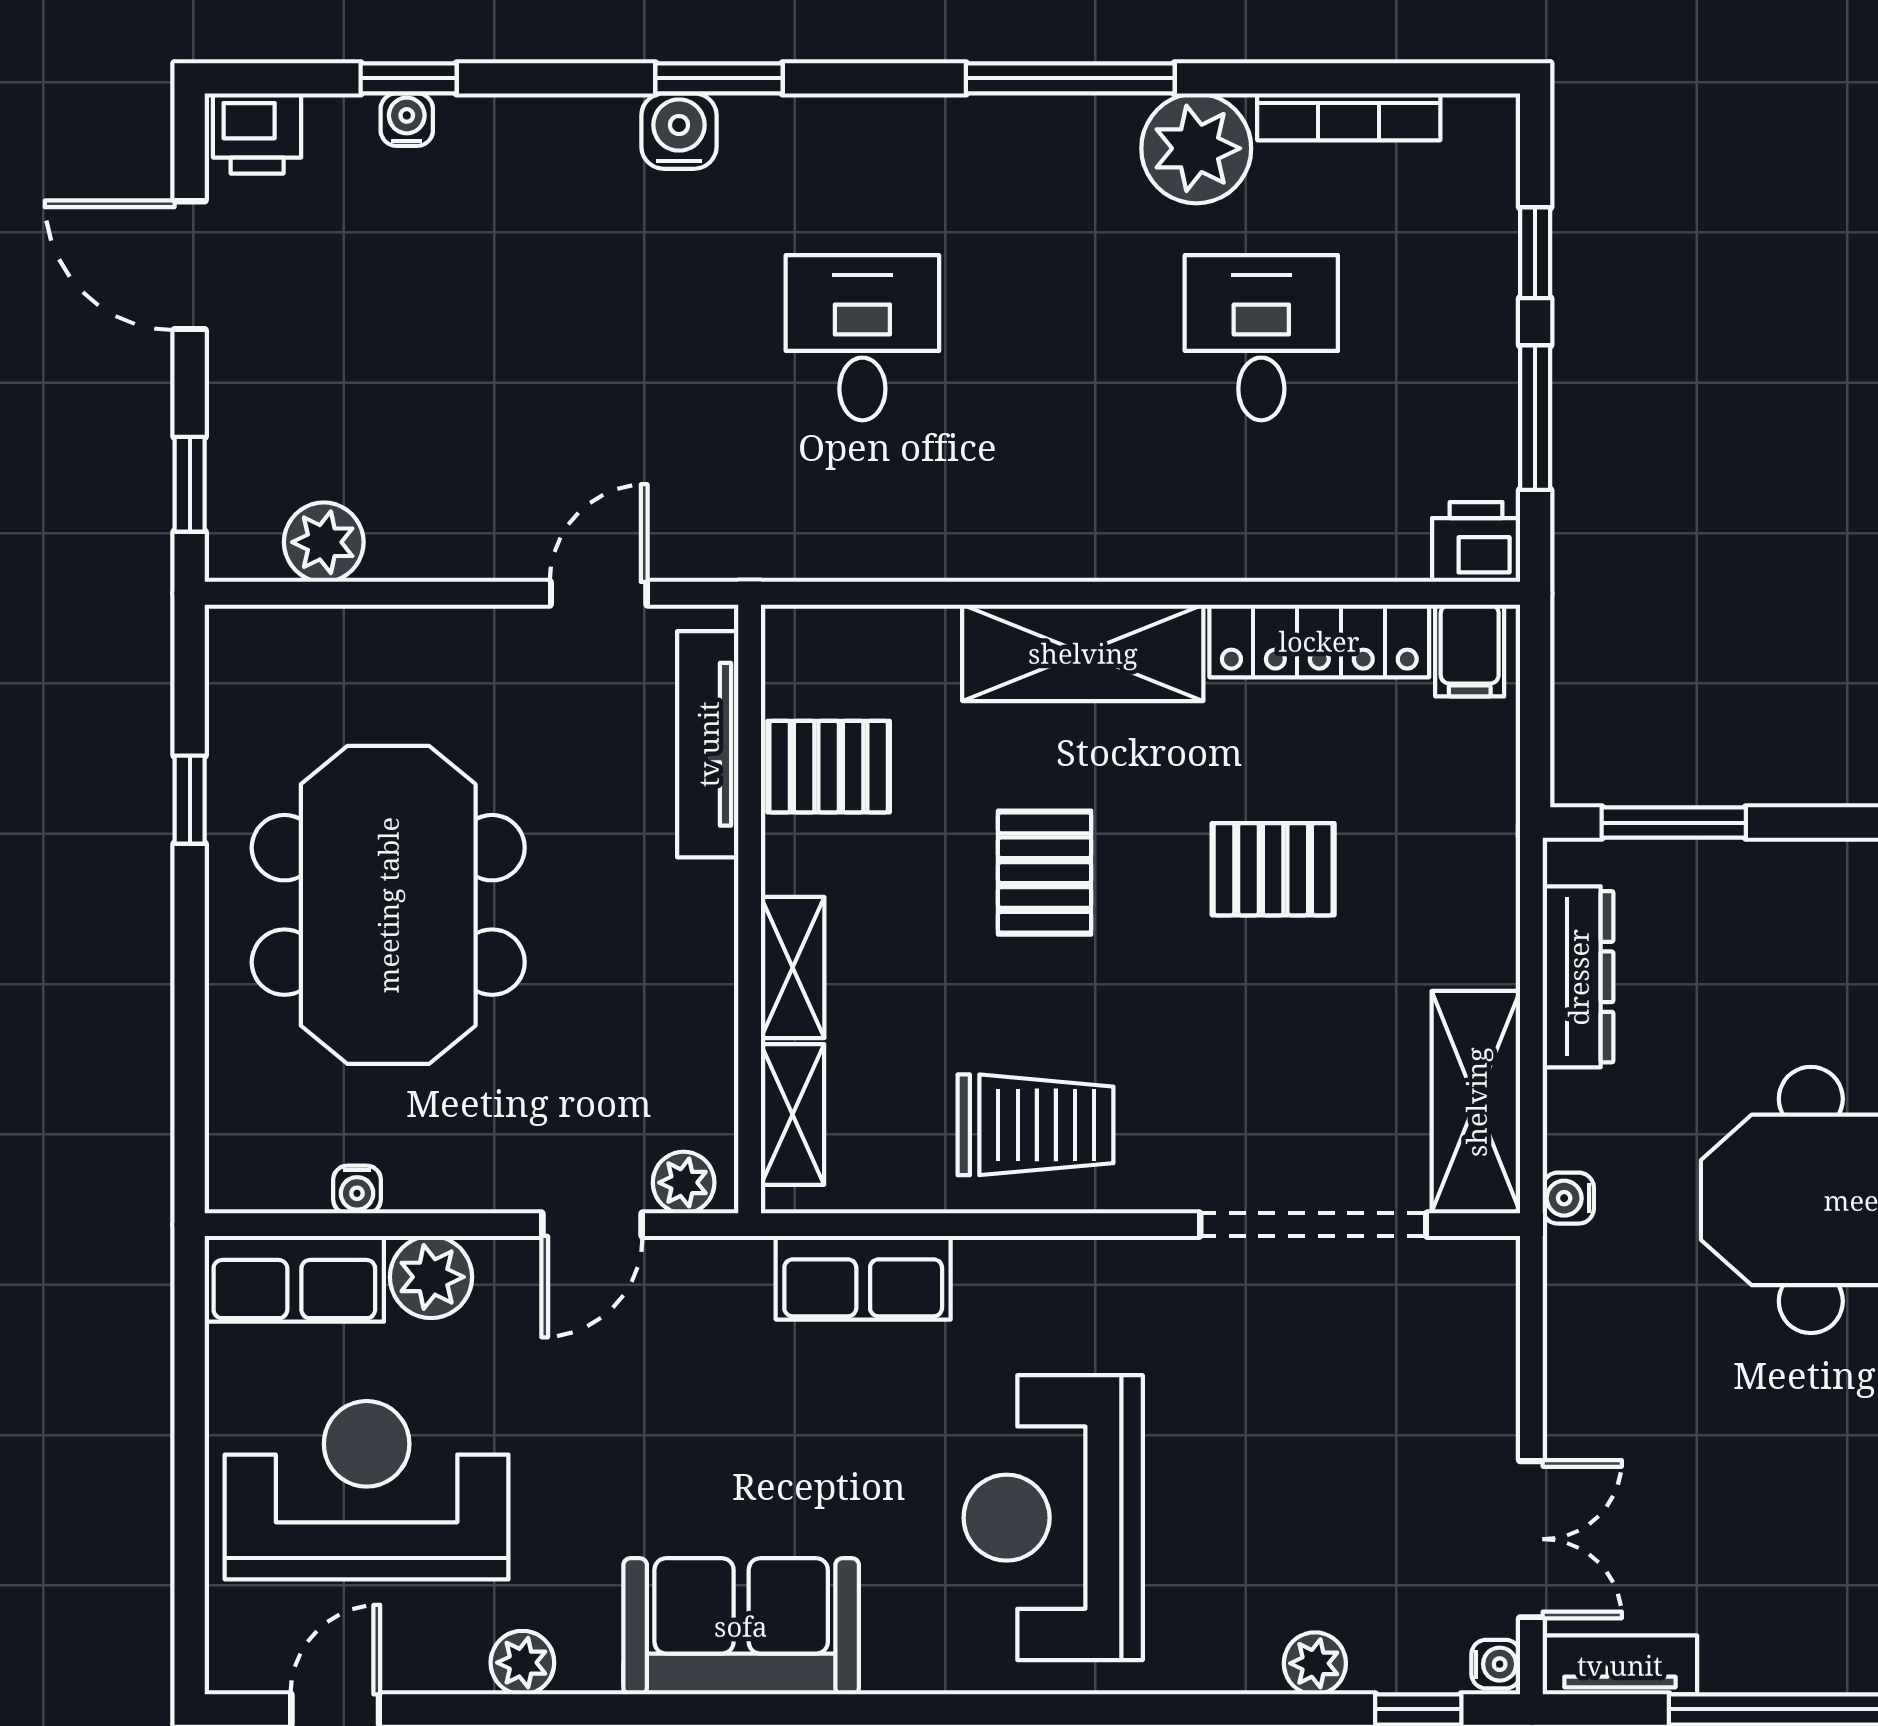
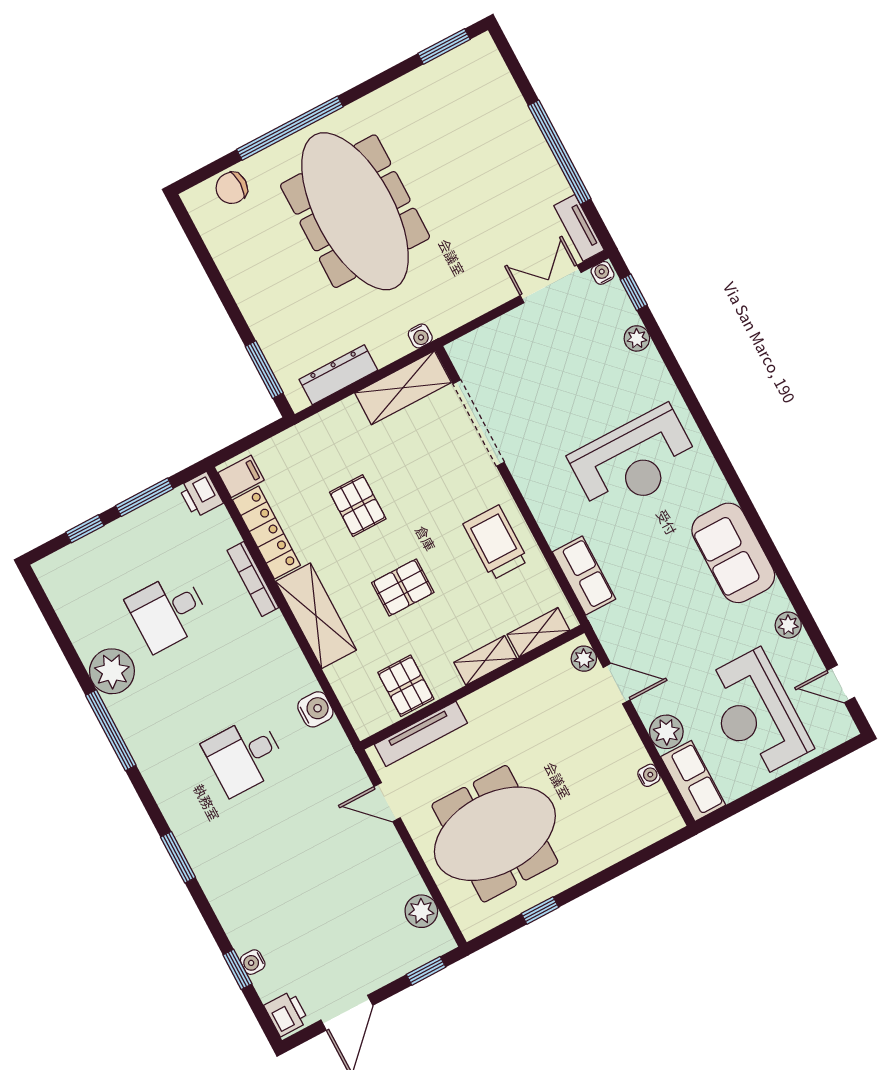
bookcase: (1349, 117) -> (253, 579), moved, turned 180
water cooler: (679, 131) -> (315, 709), moved, turned 180
meeting table: (388, 905) -> (495, 834), moved

